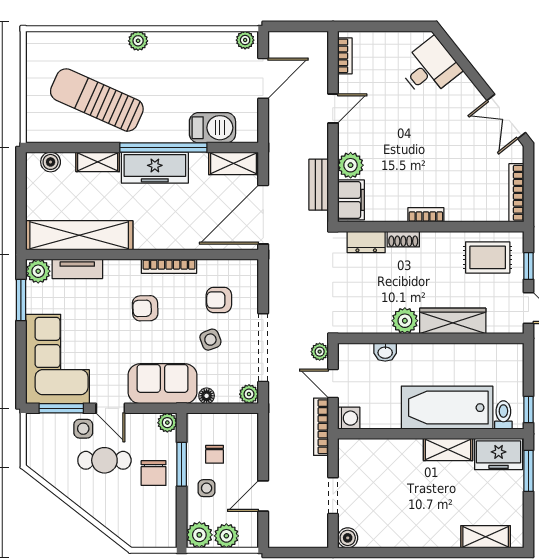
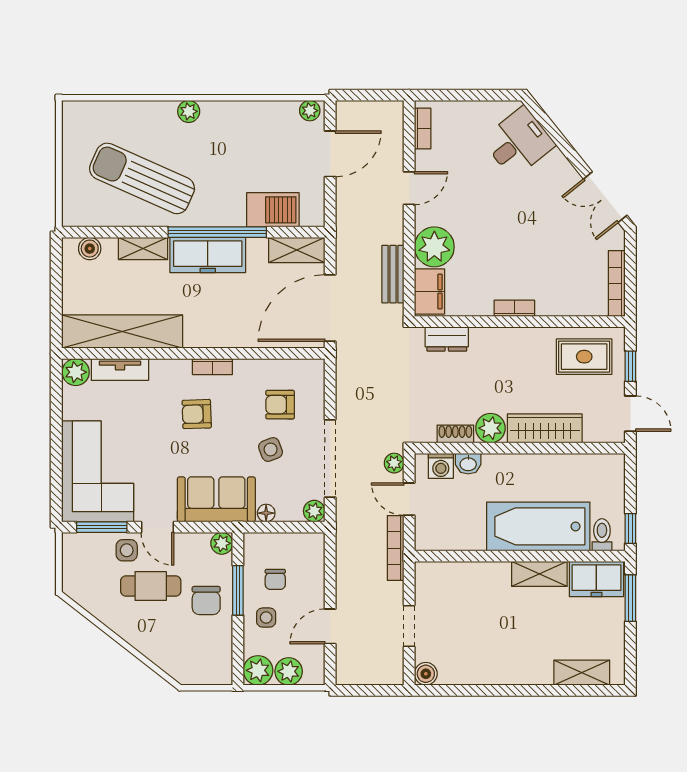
plant: (351, 165) -> (434, 247), width x1.36, depth x1.36
shoe rack: (403, 239) -> (455, 434), moved, turned 180
bookcase: (169, 266) -> (212, 367), width x0.64
window: (21, 300) -> (56, 405), removed
washing machine: (349, 418) -> (441, 466), moved, turned 90

